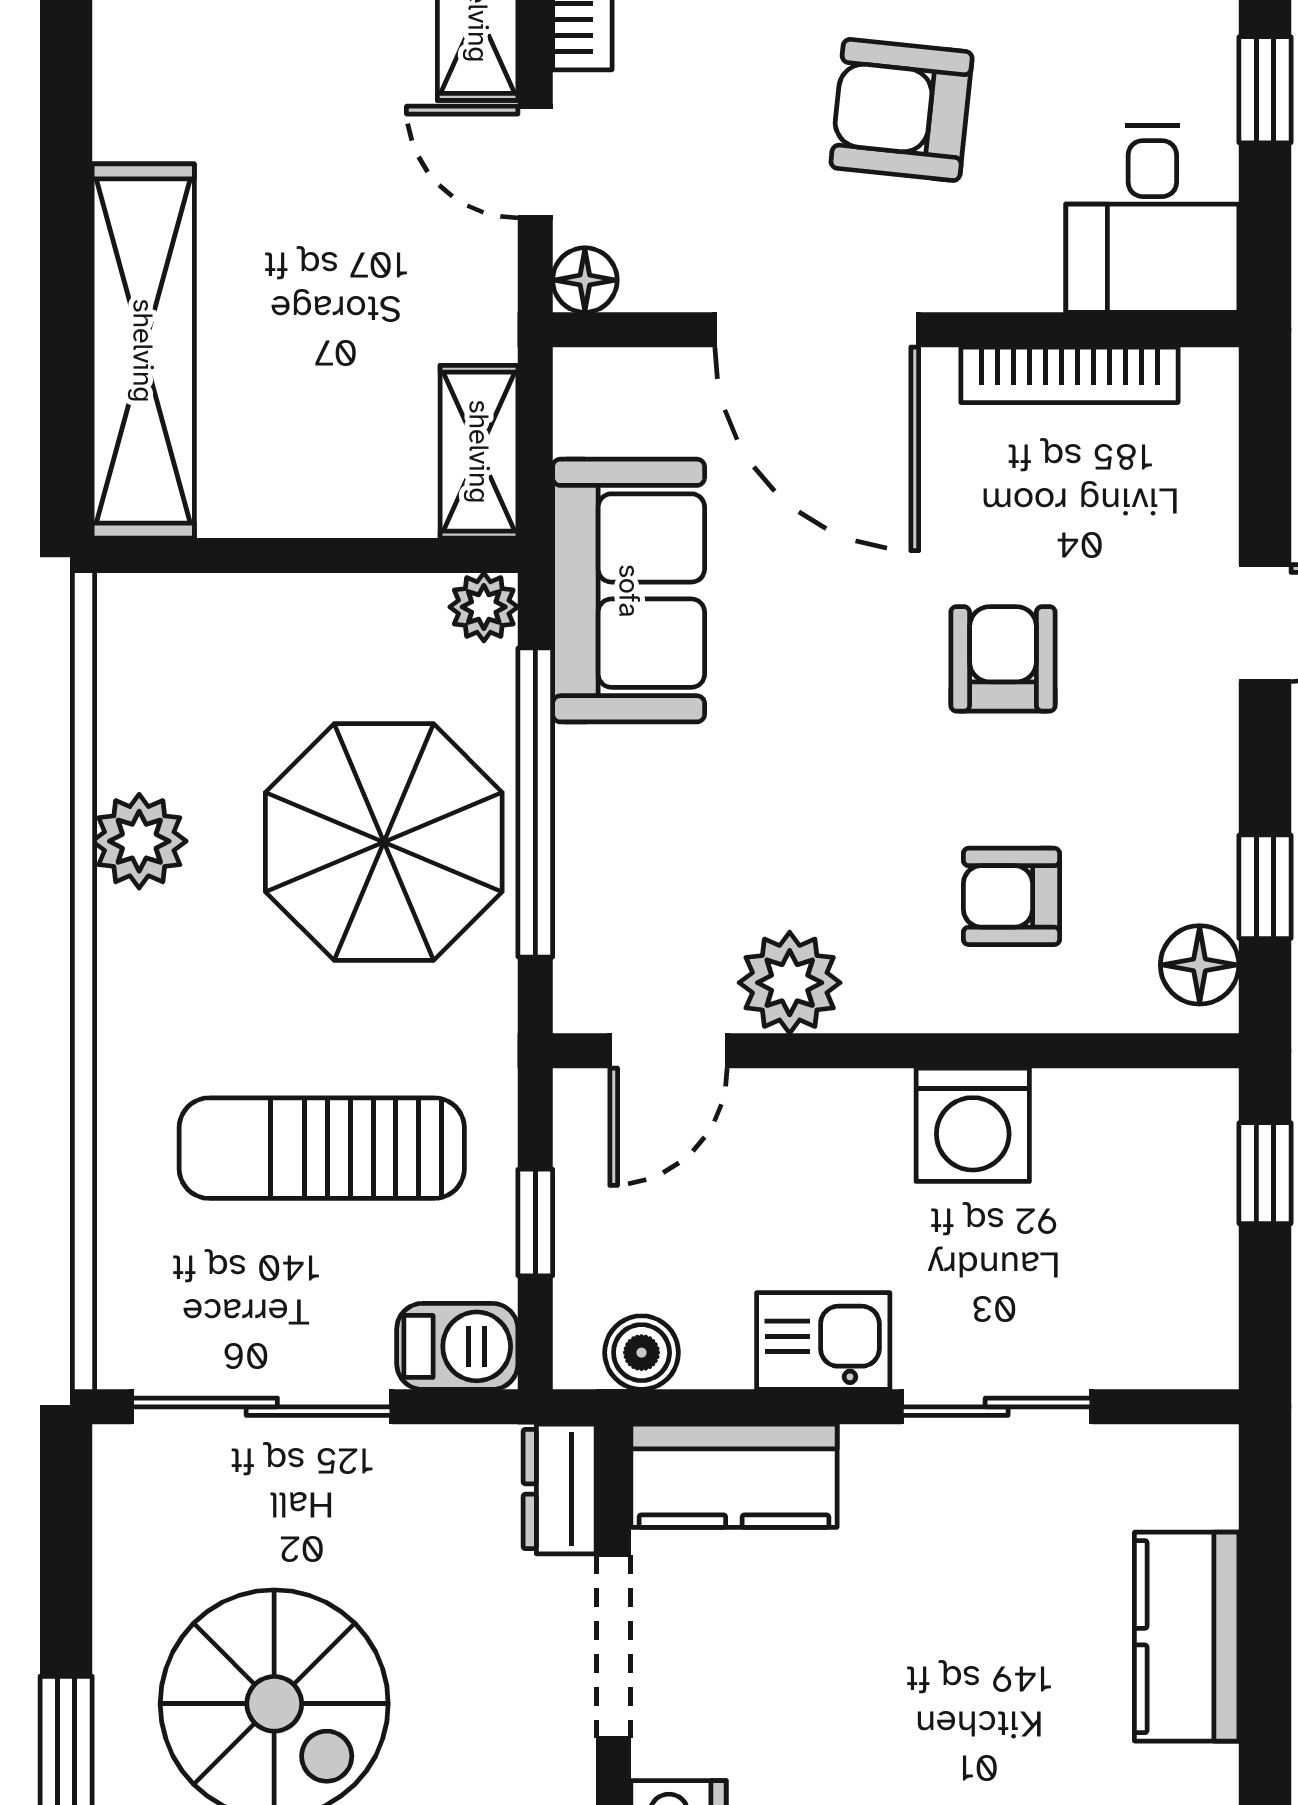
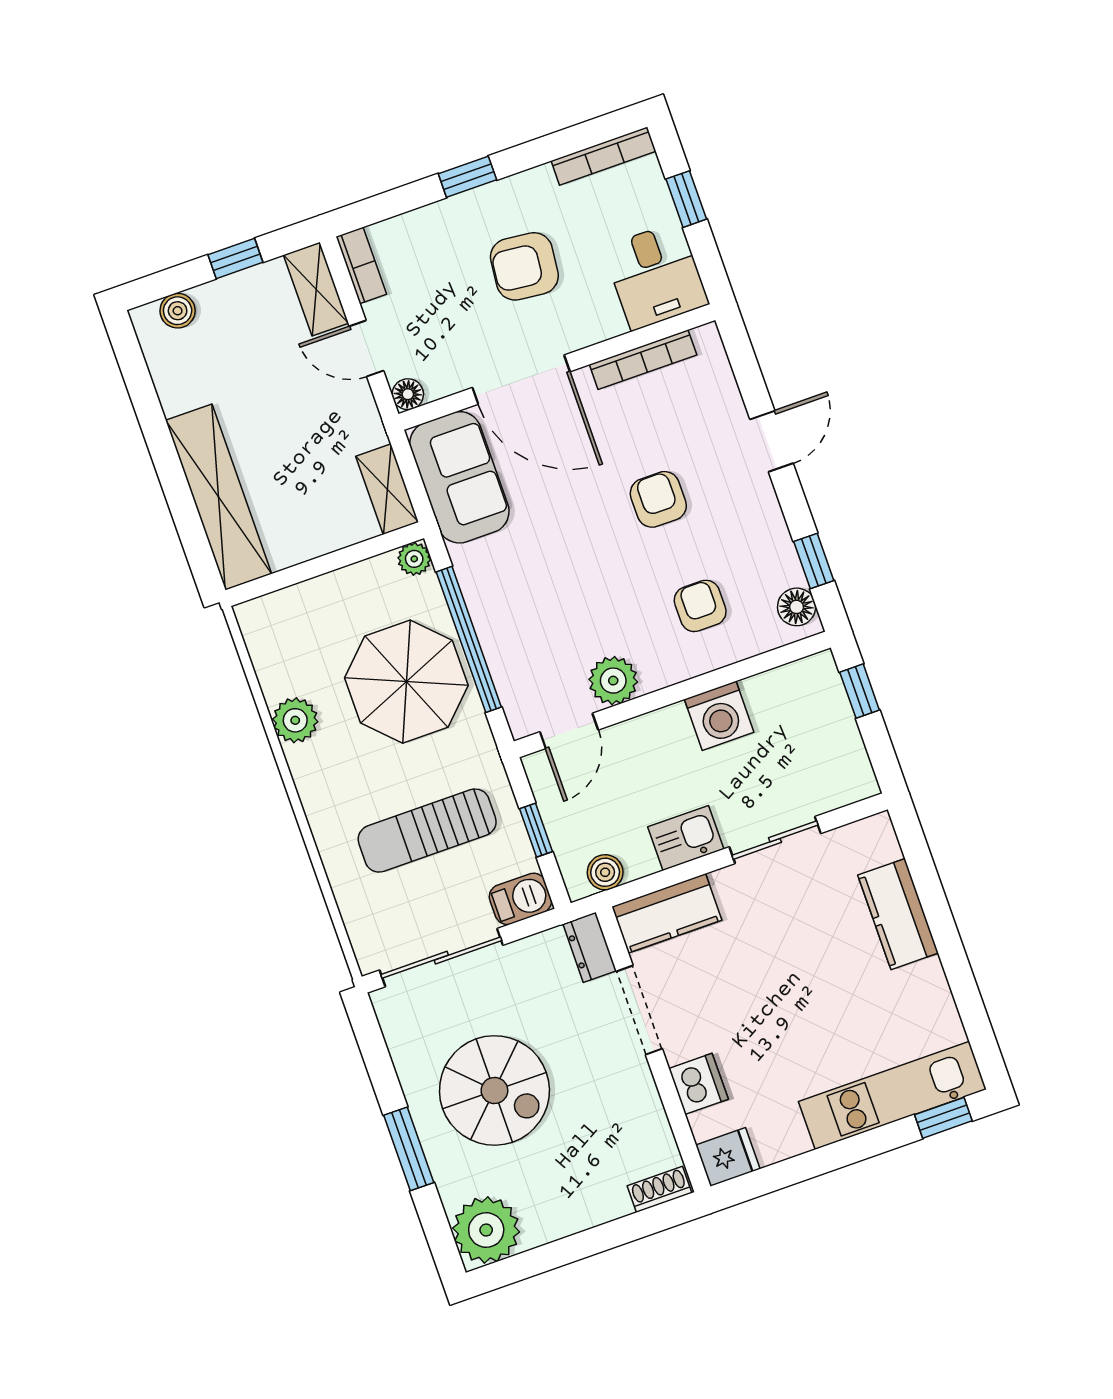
sofa: (629, 591) -> (459, 477), moved
armchair: (1011, 896) -> (700, 606), turned 90

